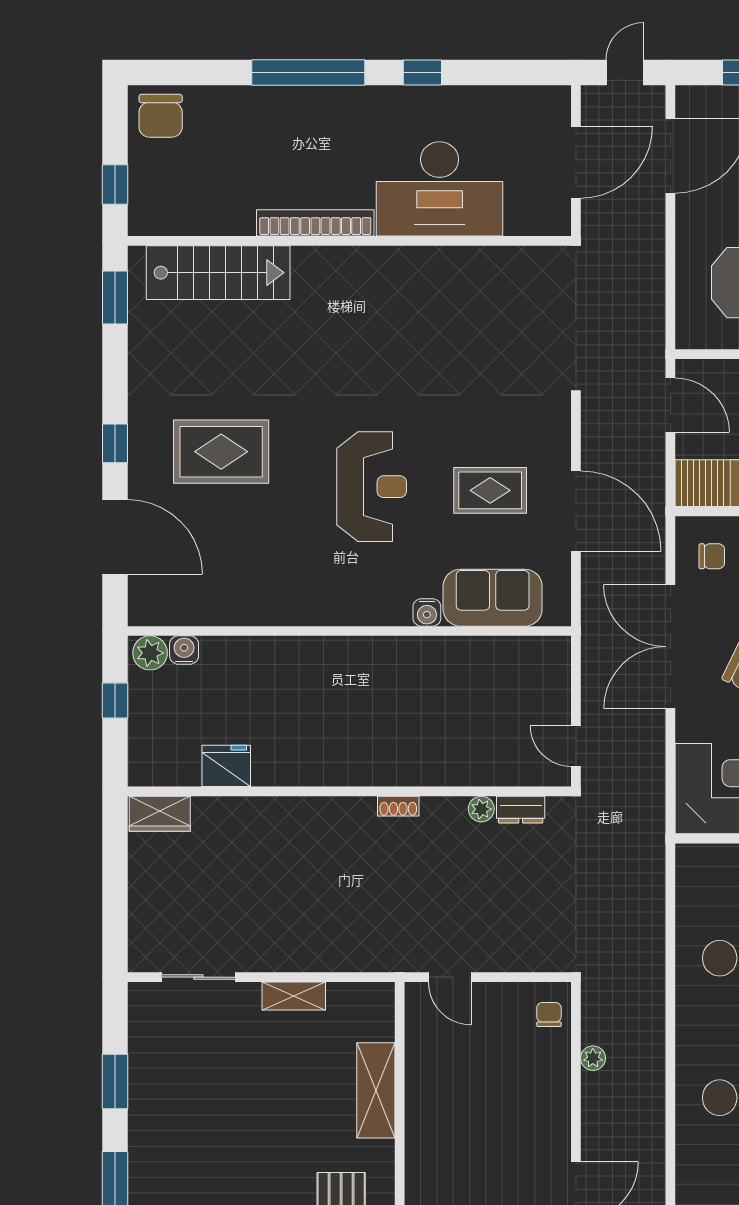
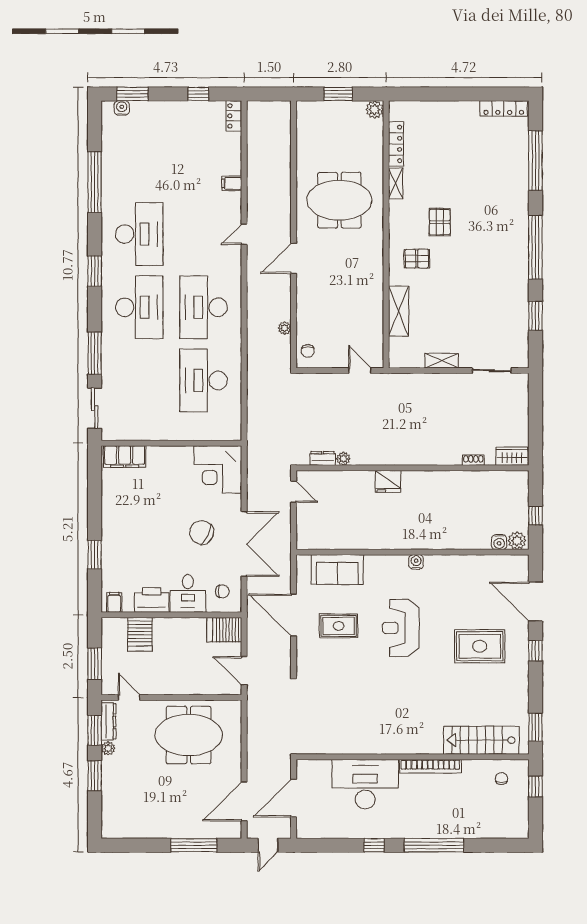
chair: (161, 116) -> (501, 779), moved, width x0.54, depth x0.54
chair: (712, 556) -> (222, 591), turned 180
water cooler: (427, 612) -> (416, 562), moved
fridge: (226, 766) -> (388, 481), moved
shoe rack: (398, 806) -> (473, 460), moved

